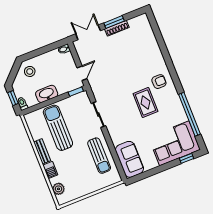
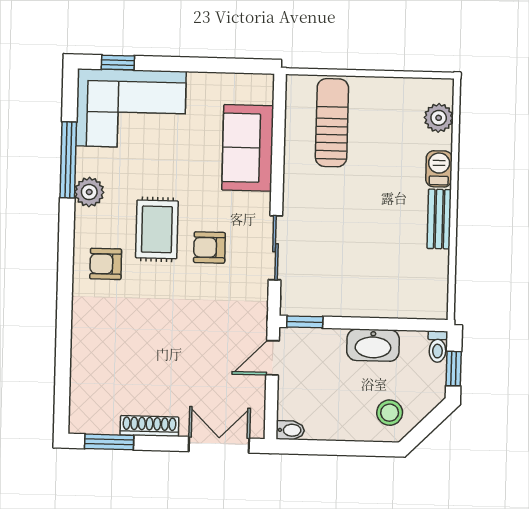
window: (114, 22) -> (109, 442), moved
double door: (88, 32) -> (219, 445), swing flipped
armchair: (123, 104) -> (209, 247), added
plant: (177, 106) -> (89, 192), added
window: (189, 114) -> (68, 160), width x0.68
sun lounger: (58, 128) -> (380, 257), removed
sun lounger: (99, 156) -> (332, 123), moved
sofa: (129, 159) -> (248, 148), moved

